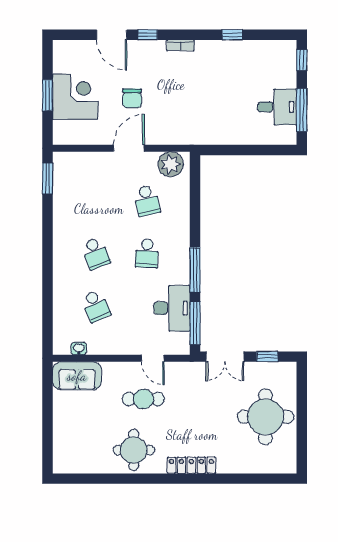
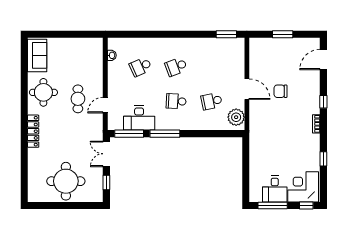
door: (112, 35) -> (323, 60), moved
corner desk: (75, 97) -> (303, 187), moved, turned 180
sofa: (77, 376) -> (37, 55), moved, turned 180

